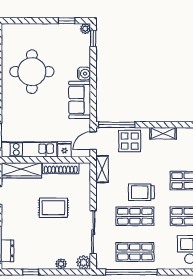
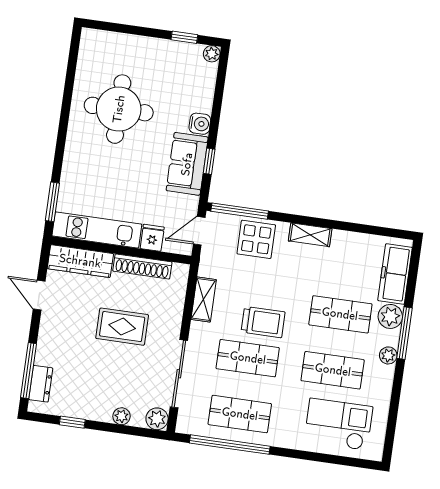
window: (93, 38) -> (209, 161), moved
shelving: (102, 169) -> (204, 299), moved
trolley: (141, 192) -> (263, 322), turned 180

